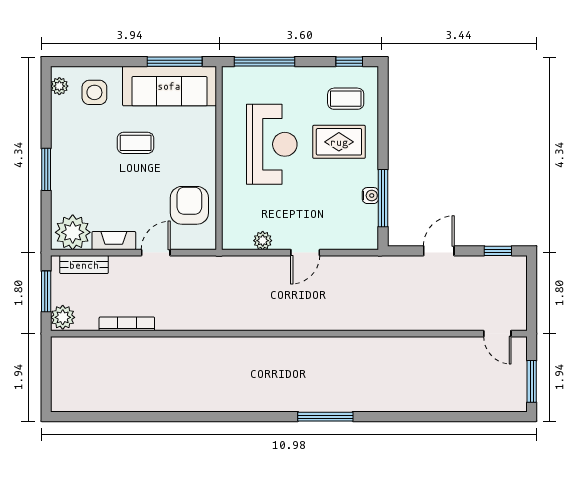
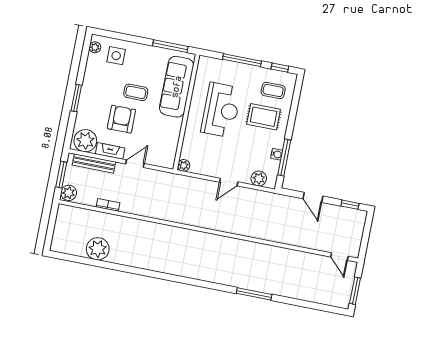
window: (265, 62) -> (242, 60), moved
sofa: (169, 86) -> (177, 87), moved, turned 90
armchair: (189, 205) -> (121, 119), moved
plant: (350, 238) -> (259, 178), added
plant: (263, 241) -> (184, 165), moved
door: (439, 251) -> (313, 197), swing flipped
bench: (84, 265) -> (94, 163), width x1.36
bookcase: (127, 324) -> (108, 205), width x0.64
plant: (124, 394) -> (98, 249), added
window: (325, 417) -> (254, 294), moved

